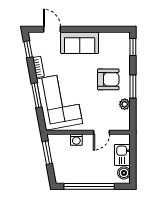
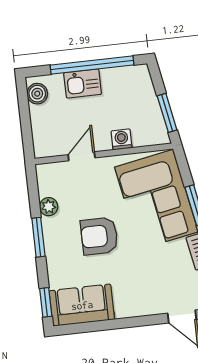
sofa: (80, 43) -> (82, 305), moved
armchair: (108, 79) -> (99, 236), moved
kitchen sink: (122, 155) -> (83, 83), moved, turned 90

